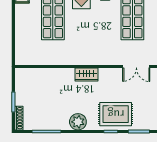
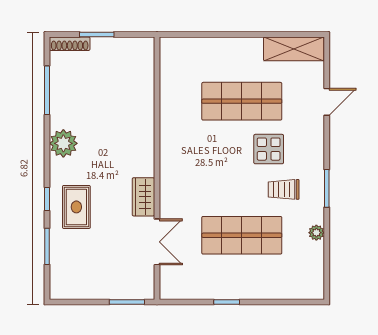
double door: (136, 66) -> (157, 242), swing flipped
wardrobe: (86, 74) -> (143, 197), moved
rug: (116, 114) -> (76, 207), width x0.73, depth x0.70

